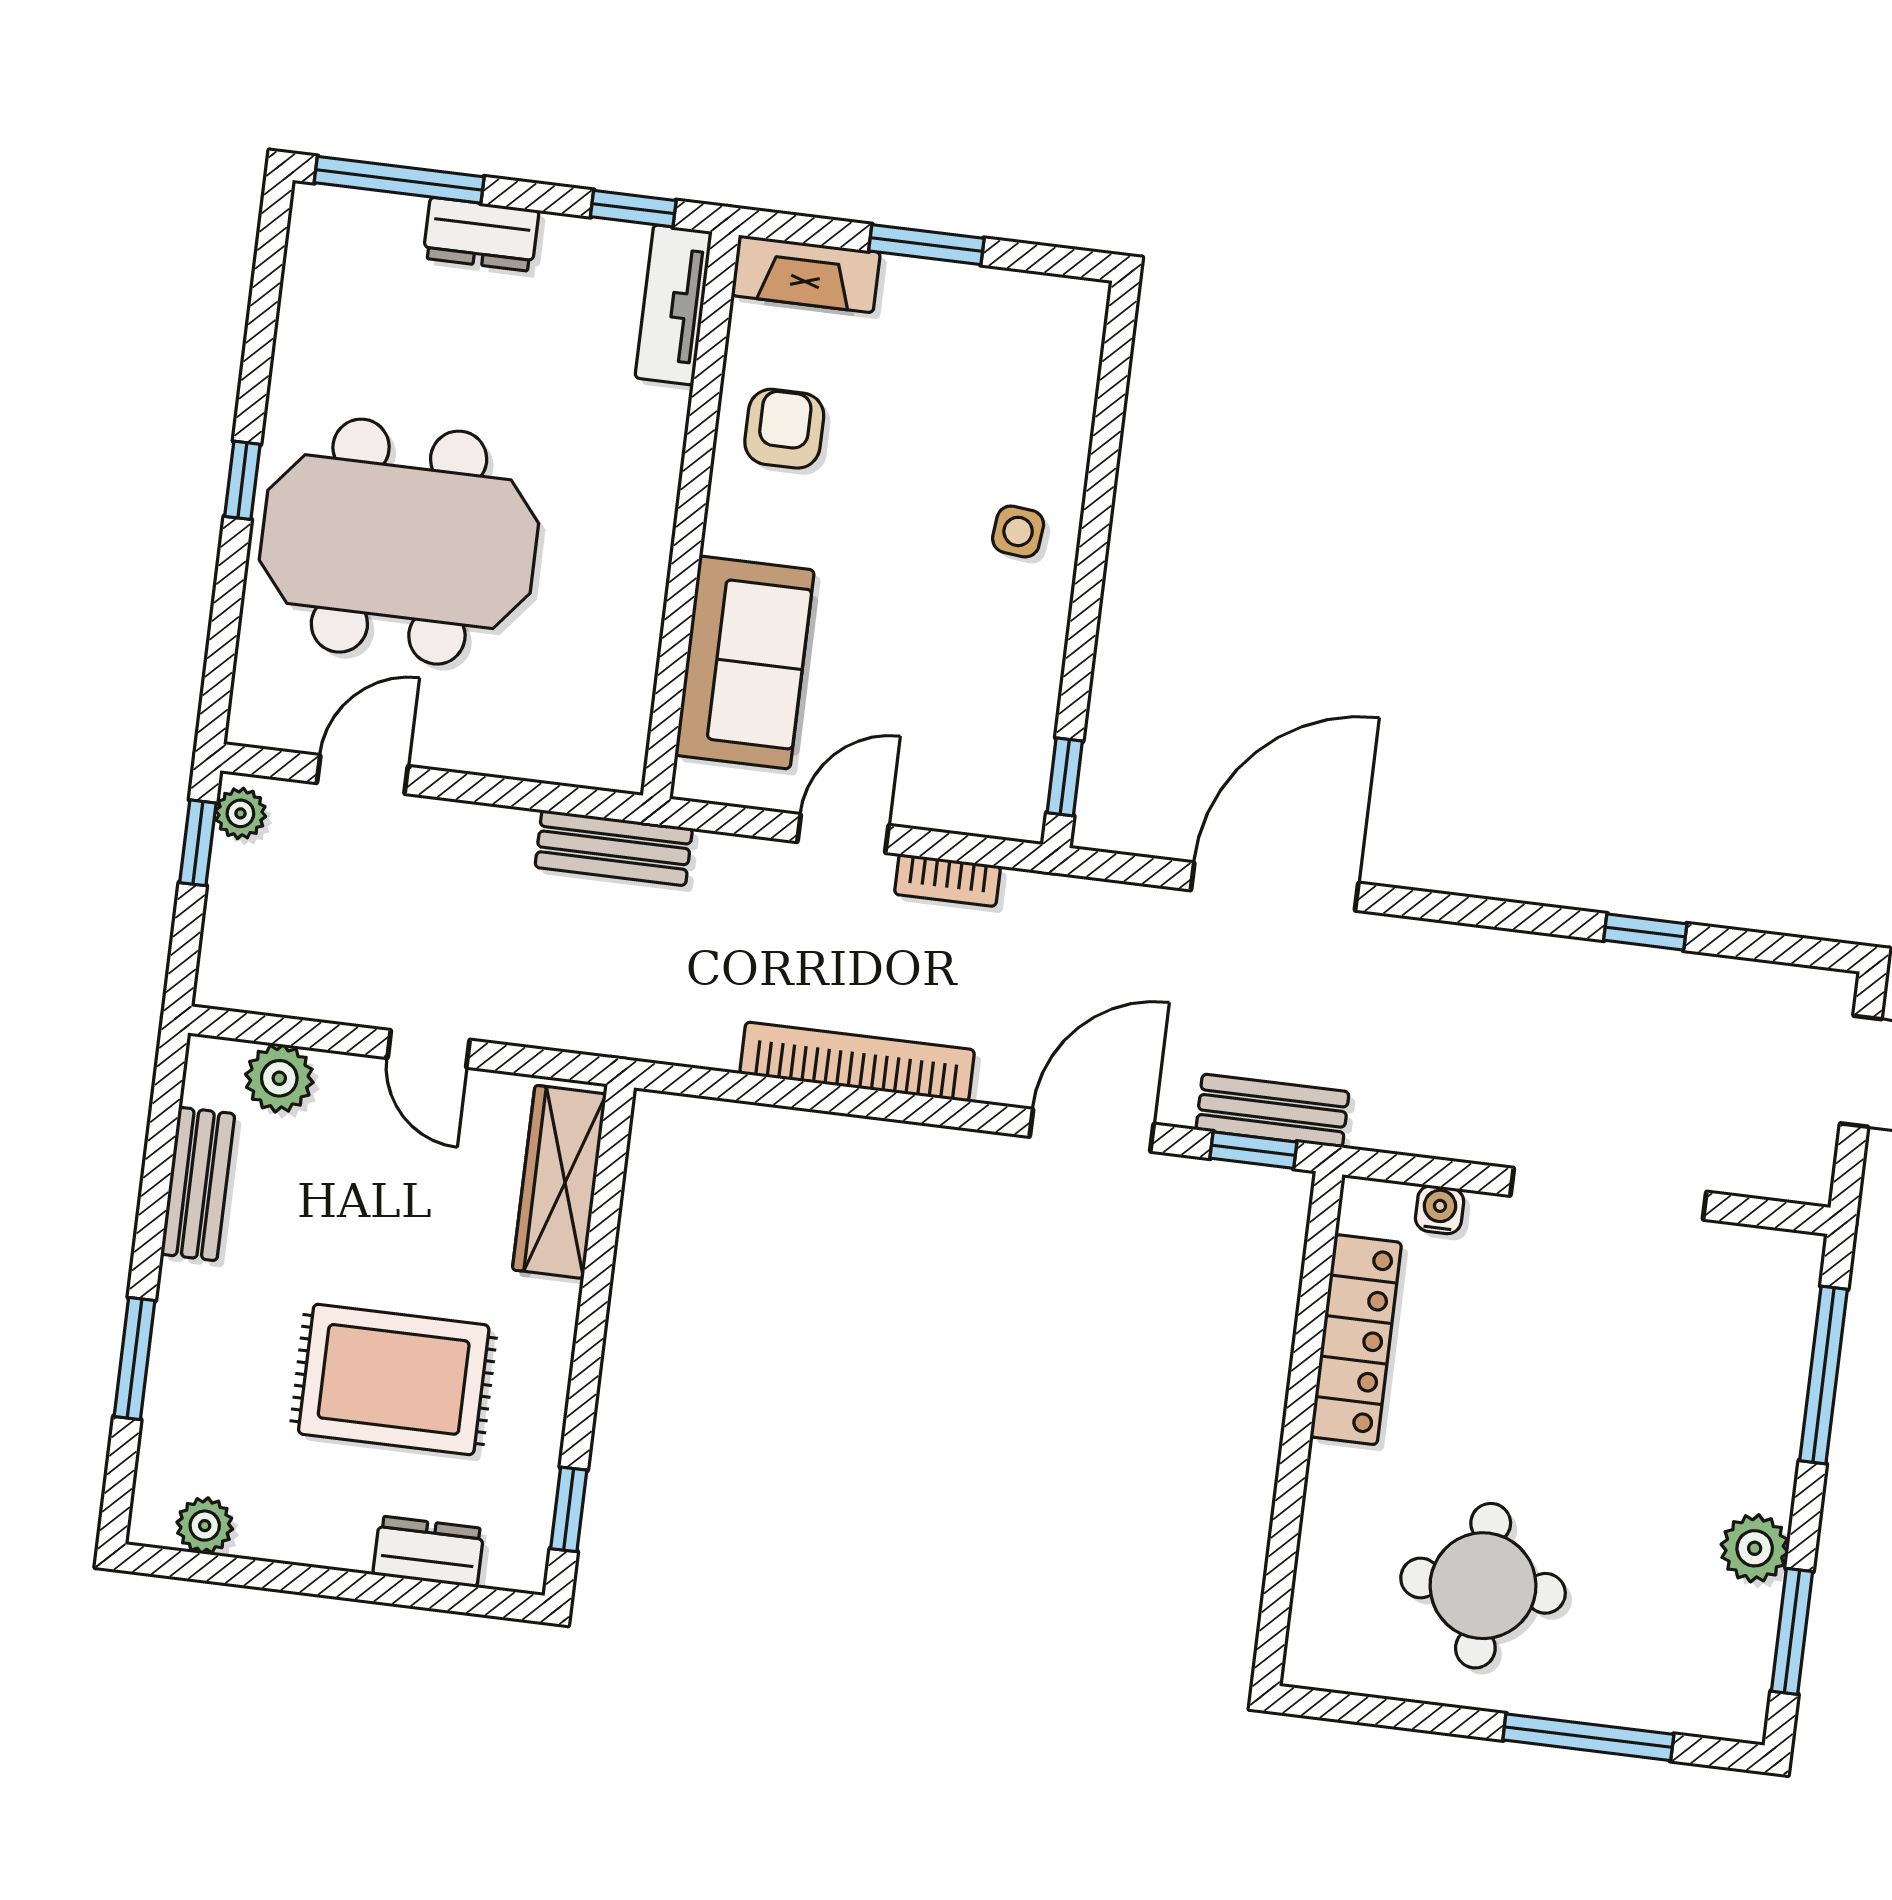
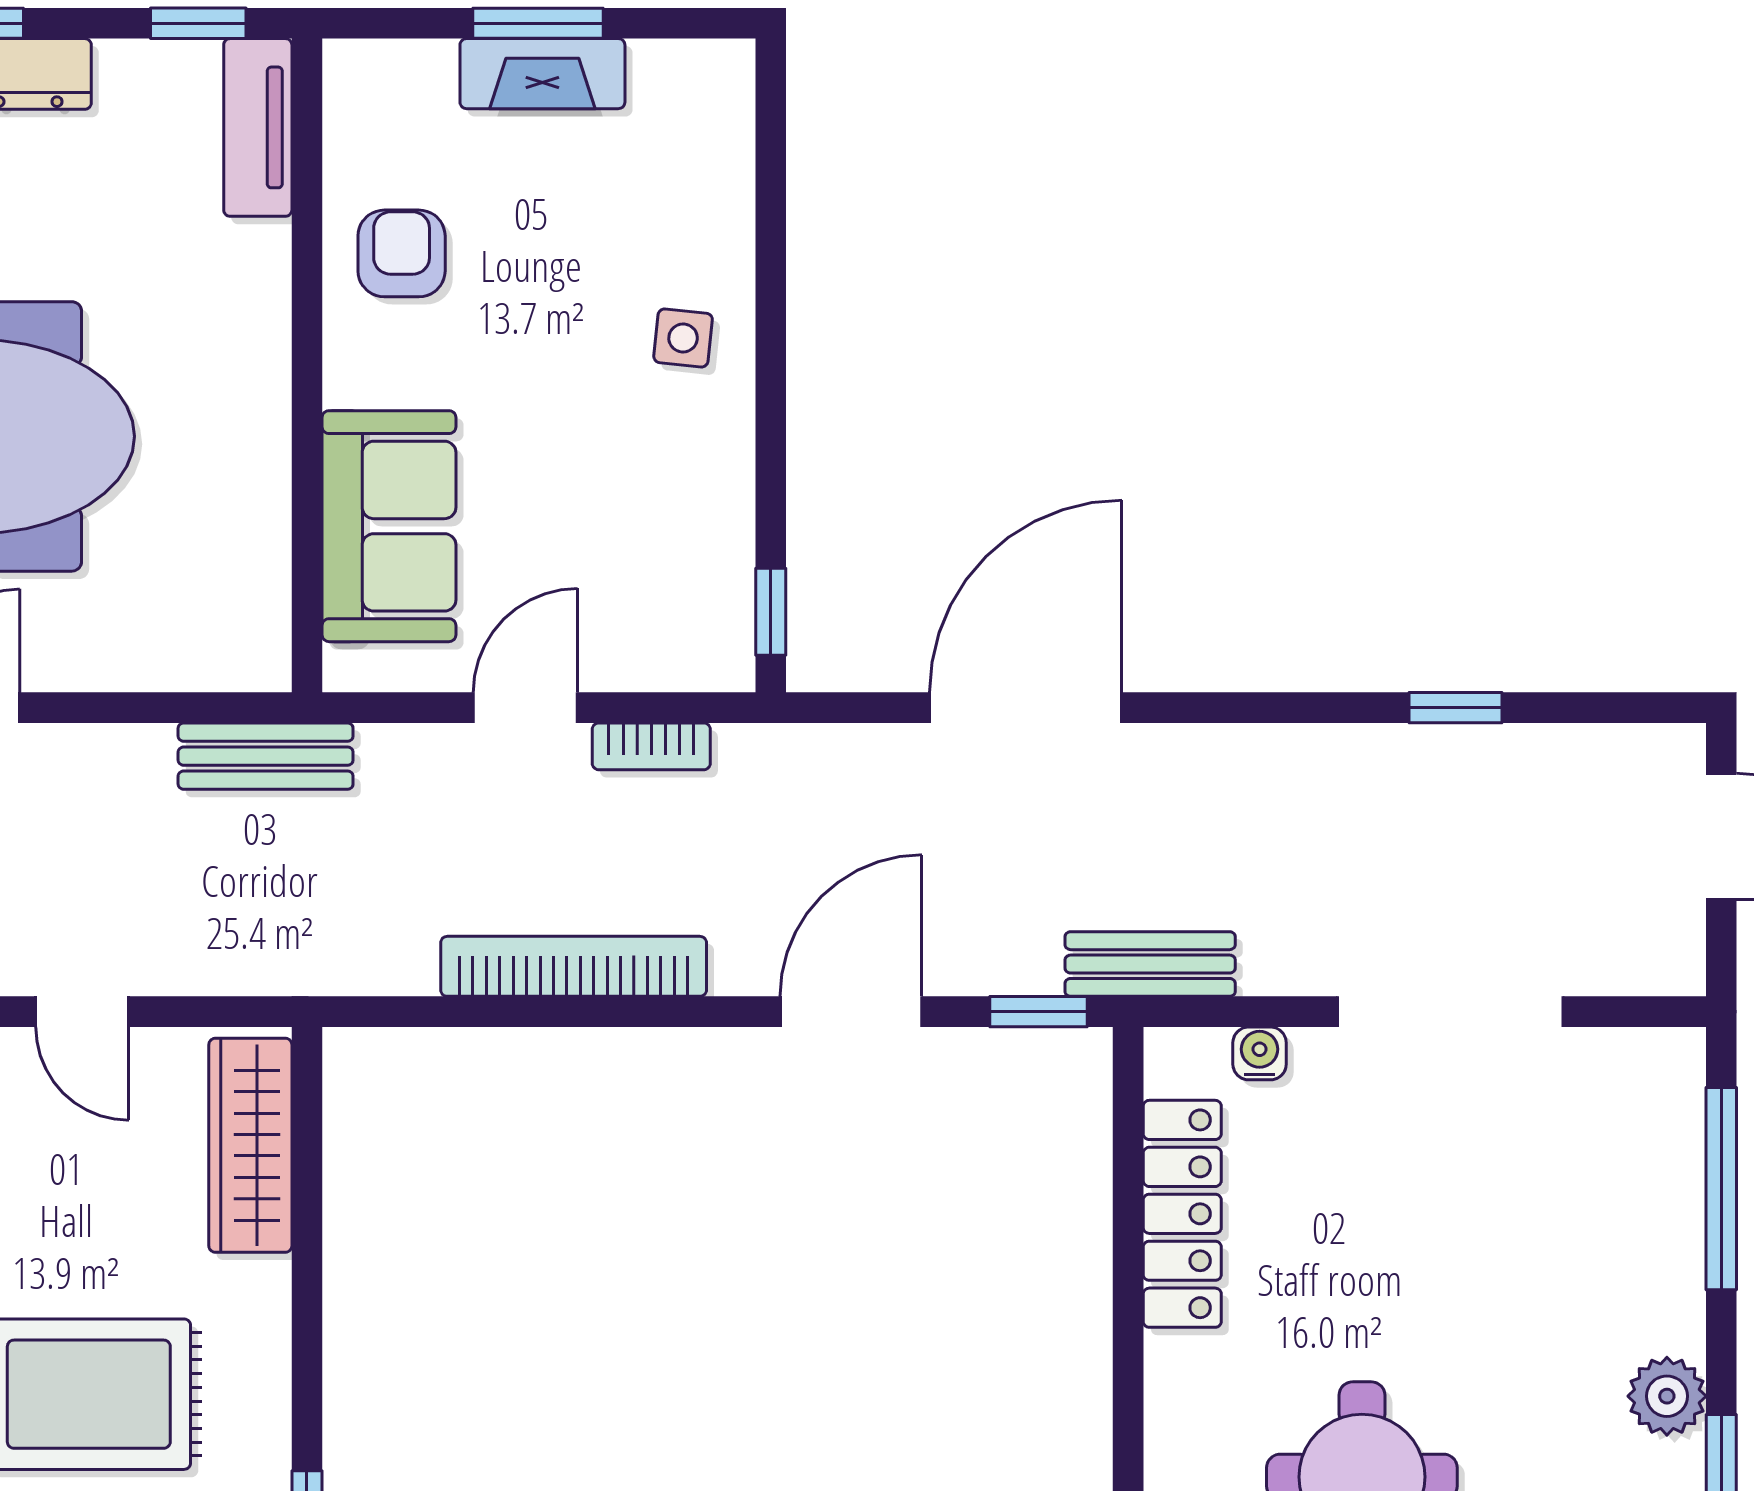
fireplace: (806, 274) -> (542, 74), moved
bench: (1272, 1111) -> (1150, 964), moved

